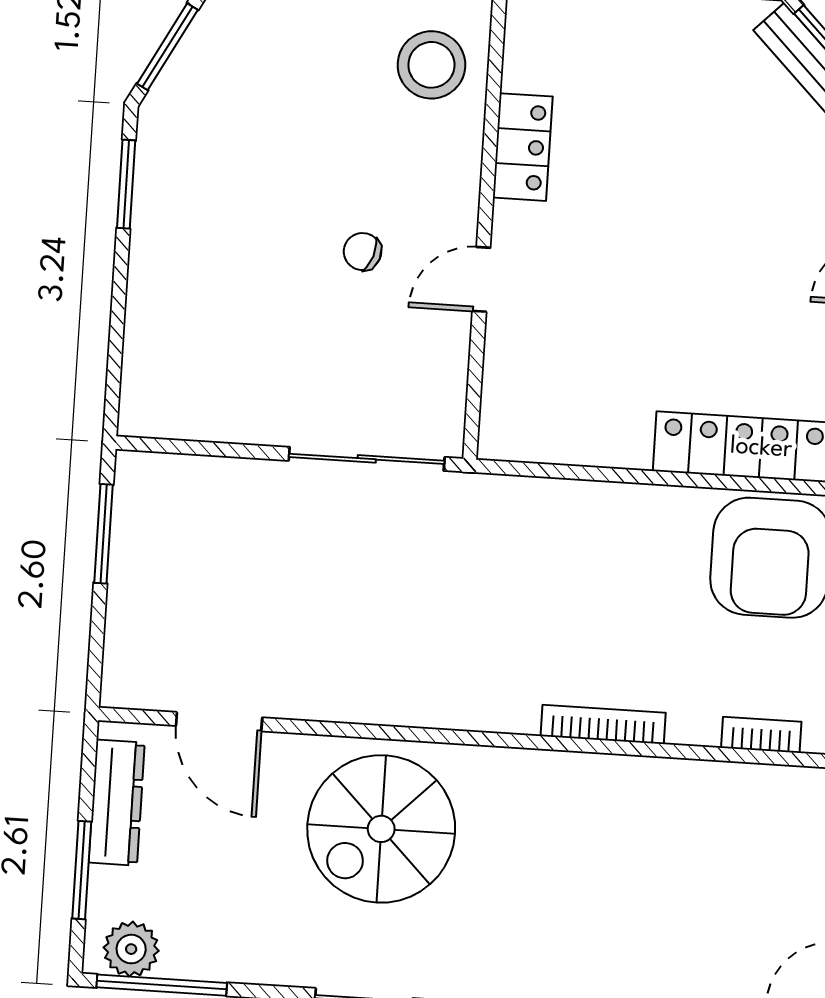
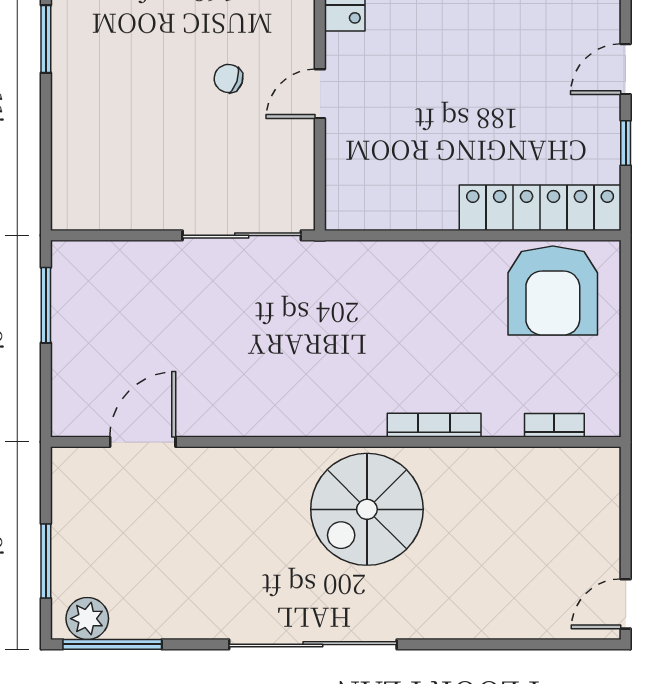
door: (219, 722) -> (143, 442), swing flipped
dresser: (117, 803) -> (69, 508), removed
spiral stairs: (381, 829) -> (367, 509), moved

